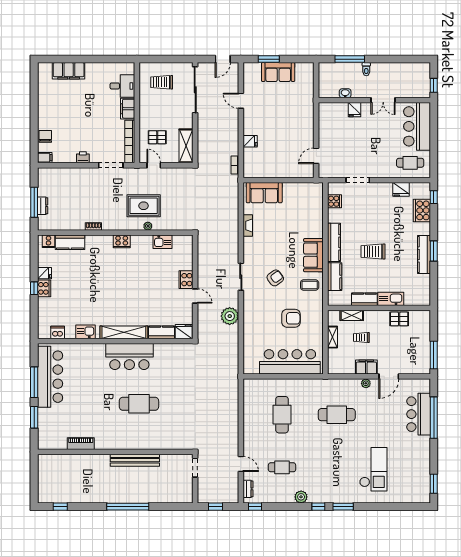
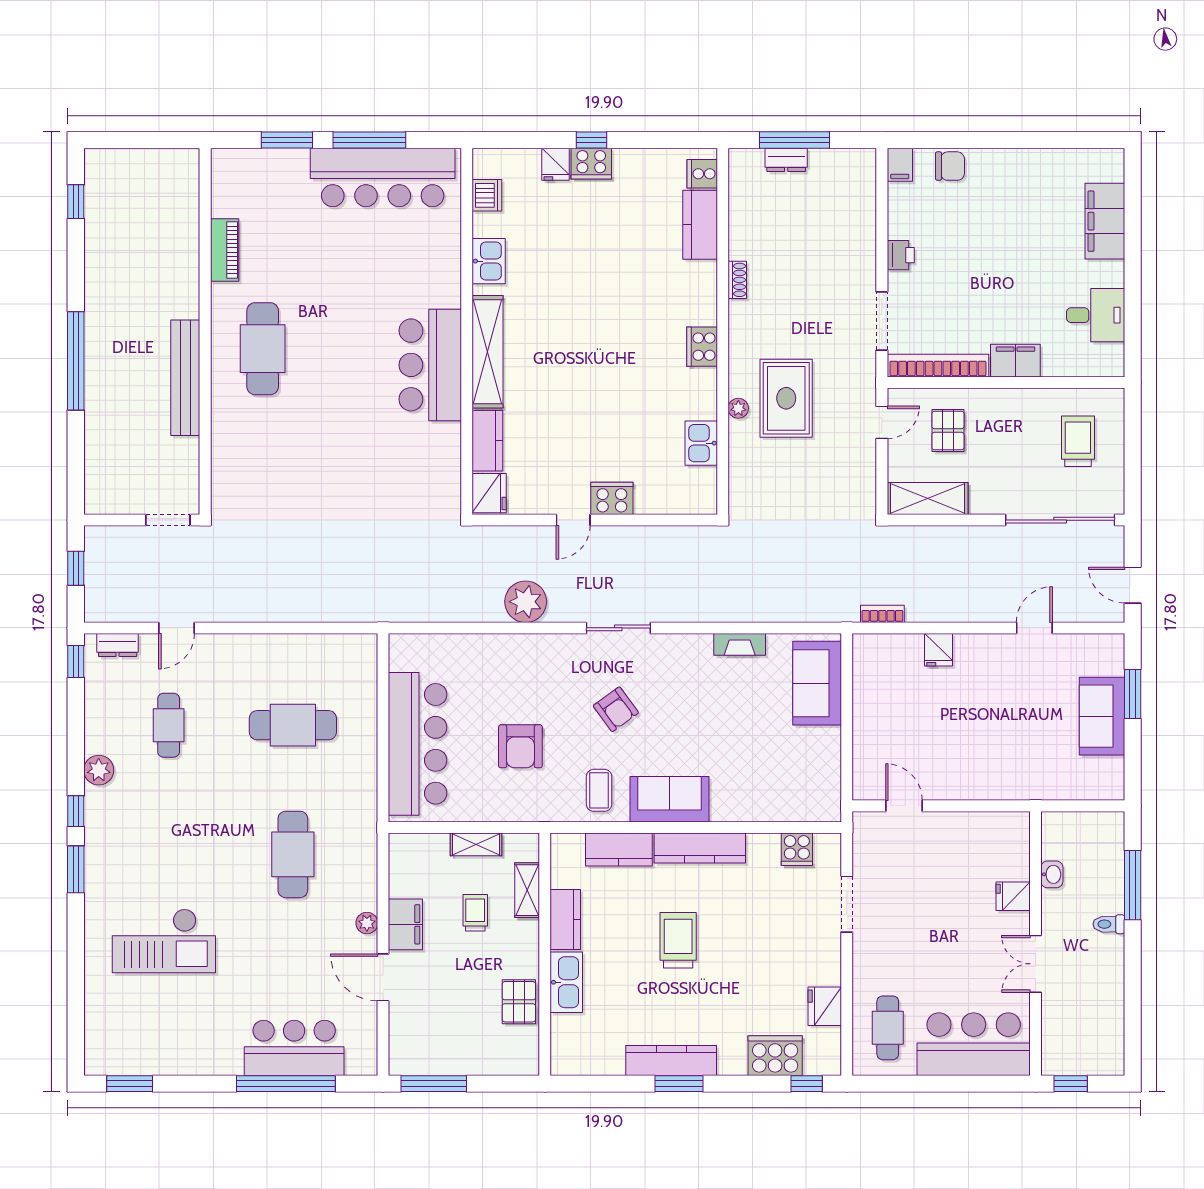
desk: (122, 86) -> (1096, 315), moved, turned -90
fridge: (44, 273) -> (555, 164), moved
cafe table: (139, 404) -> (263, 349), moved

